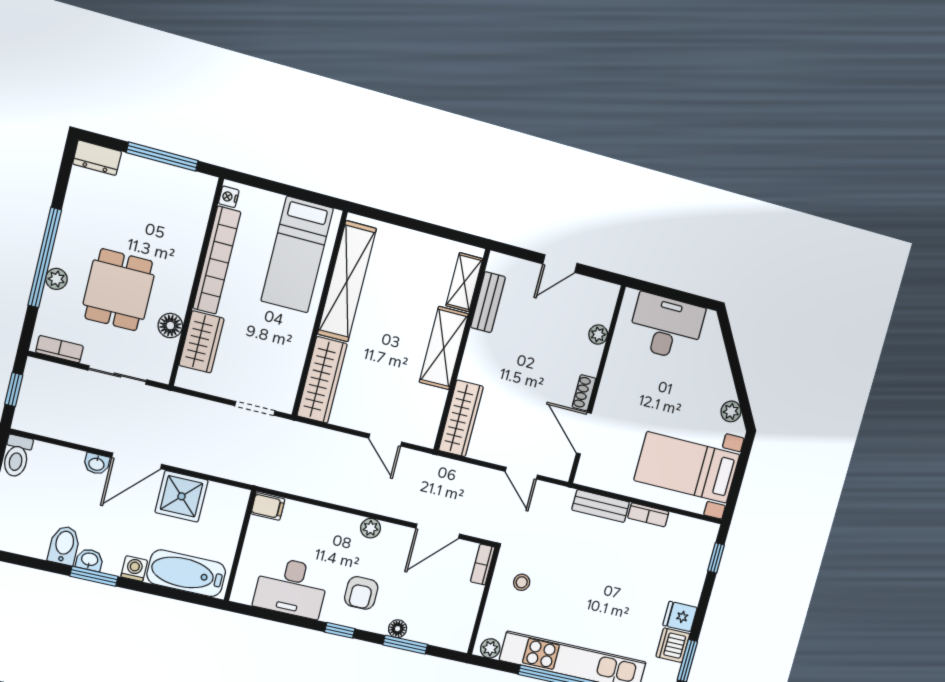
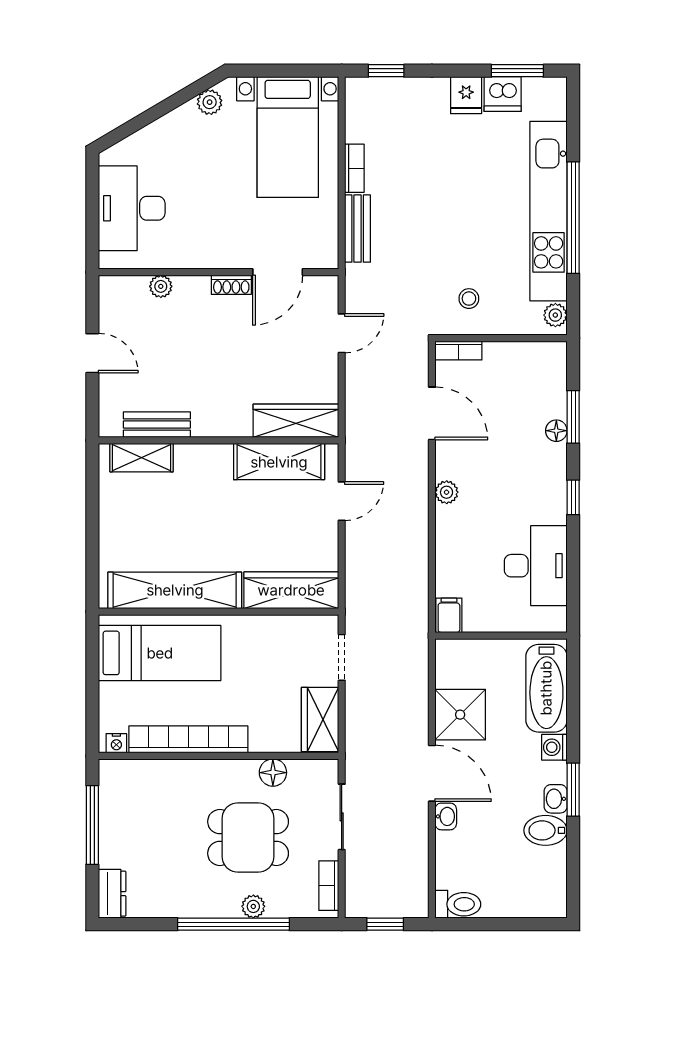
wardrobe: (202, 342) -> (320, 719), moved, turned -90
shelving: (444, 348) -> (279, 462), moved
armchair: (361, 593) -> (524, 484), removed

